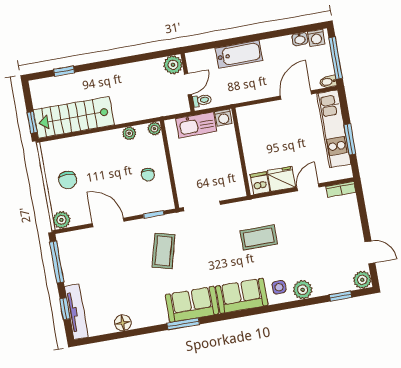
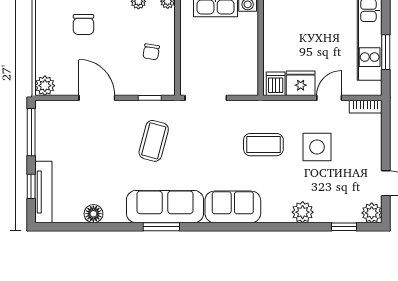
chair: (68, 180) -> (83, 24), moved
side table: (279, 287) -> (317, 147), moved, width x1.87, depth x1.87
sofa: (192, 304) -> (165, 207), width x1.36

